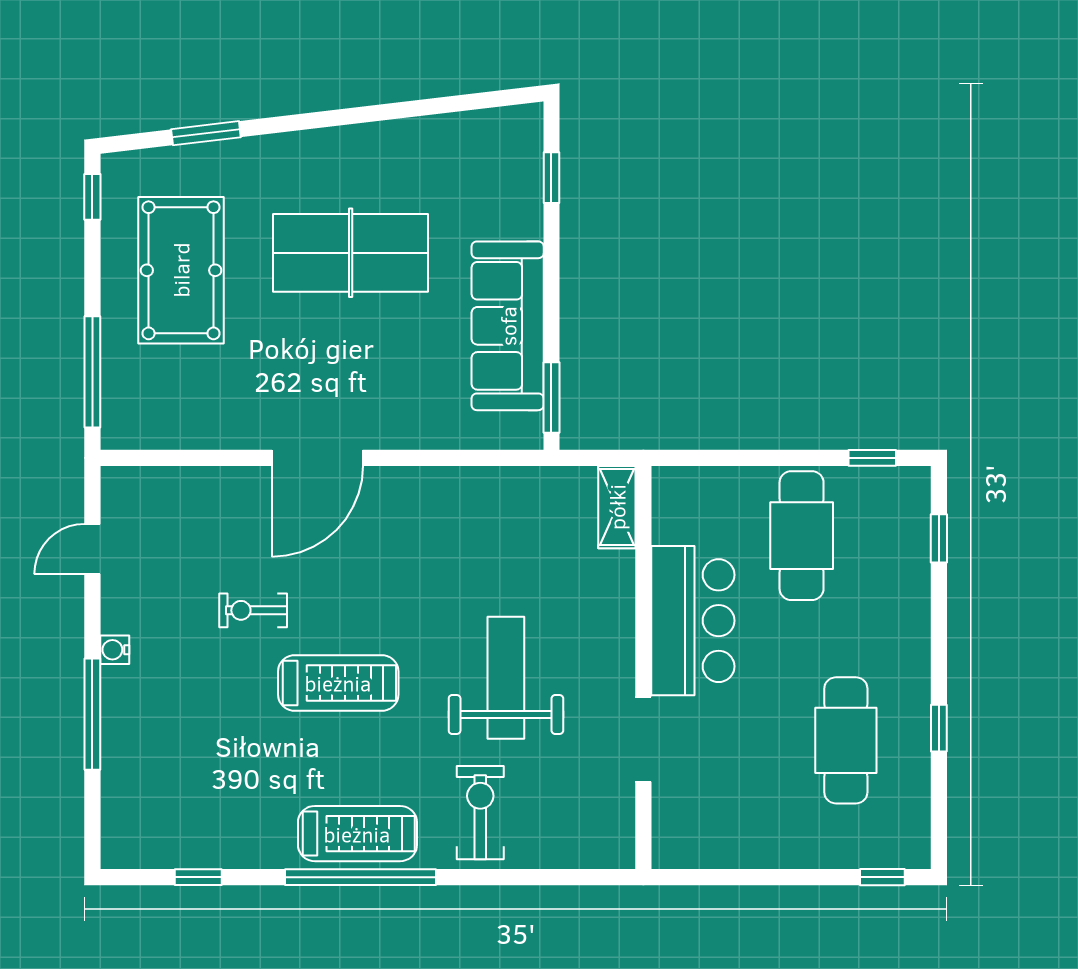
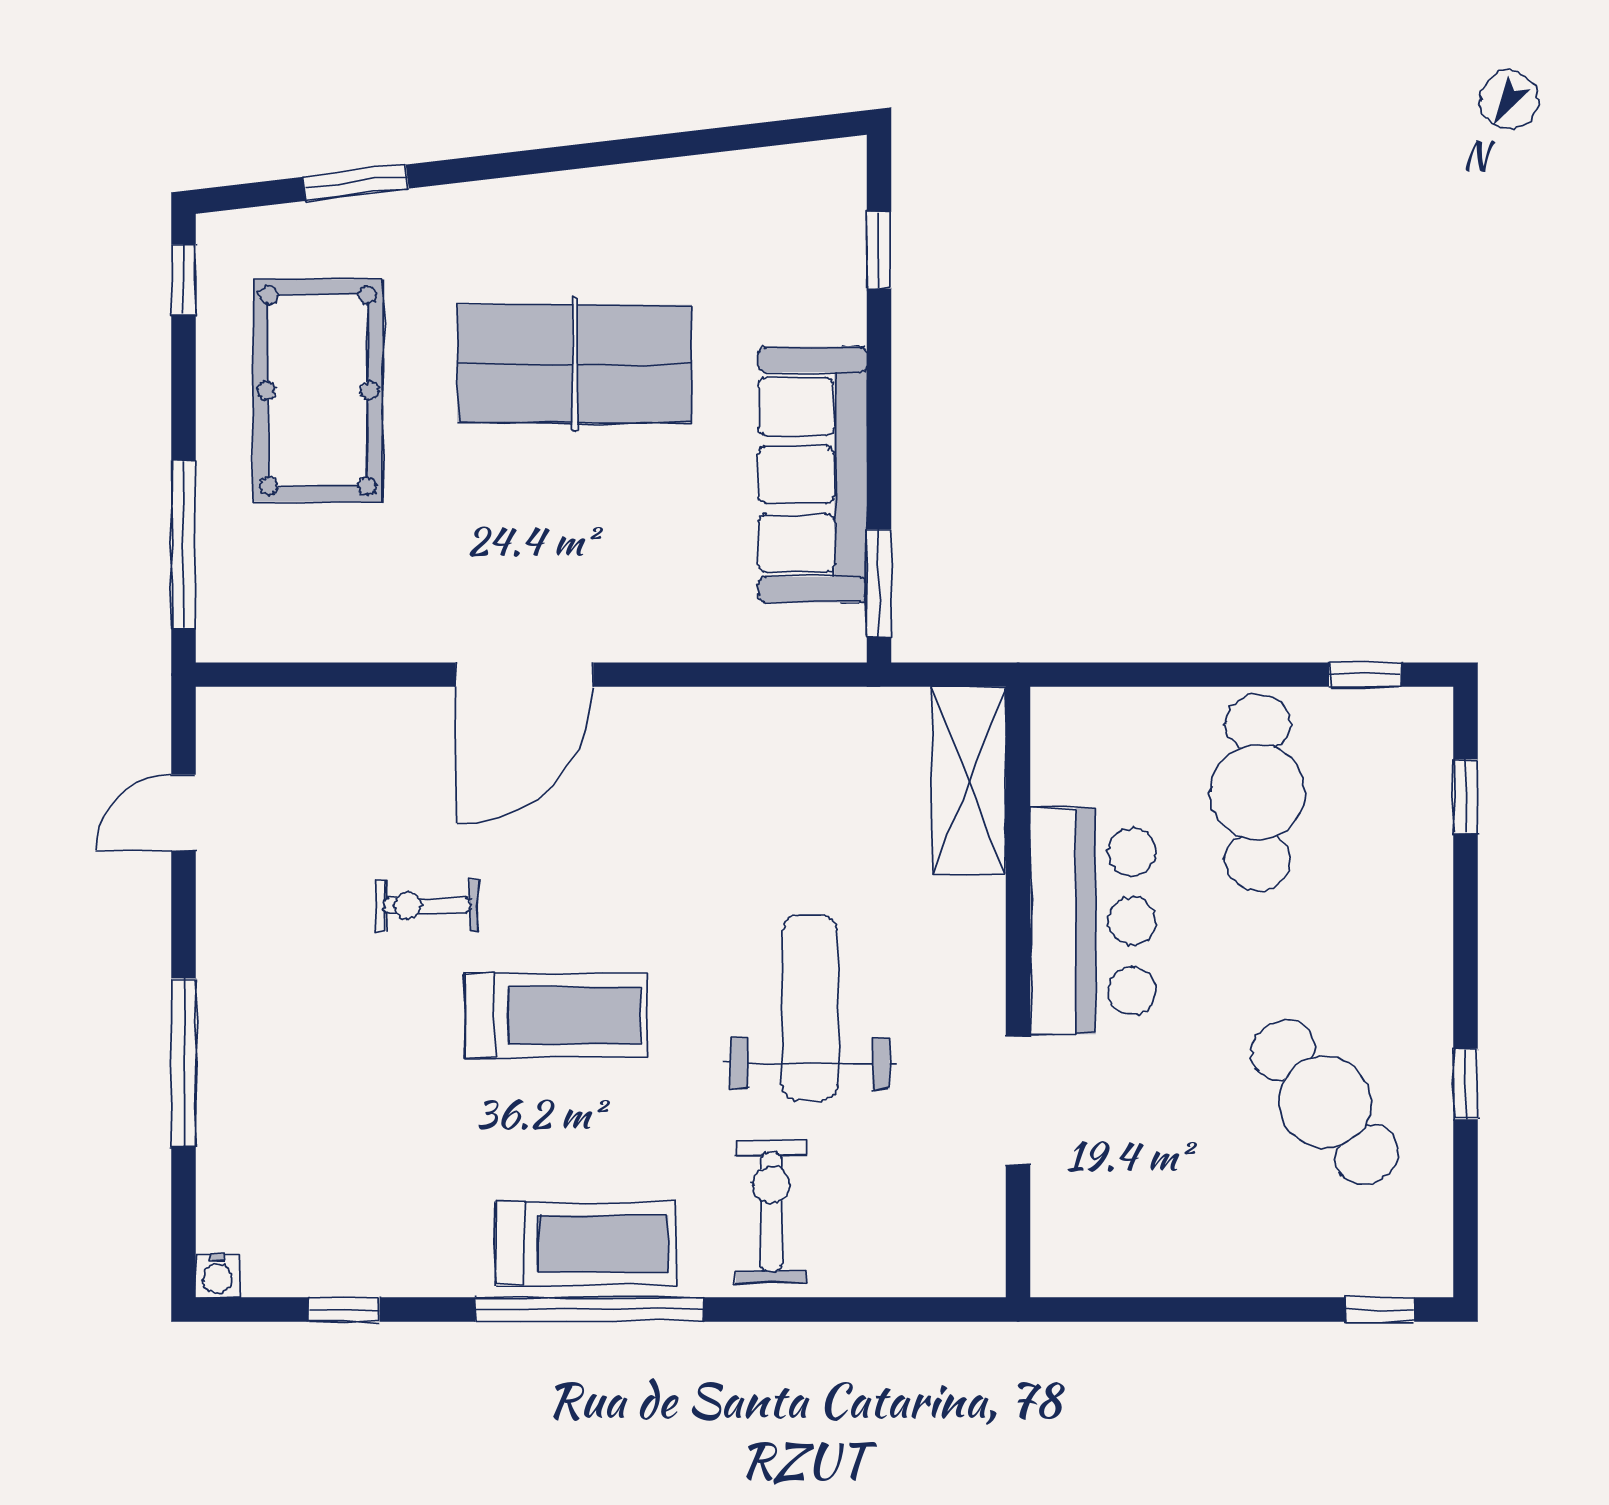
shelving: (617, 507) -> (969, 780), width x1.50, depth x1.33
water cooler: (115, 650) -> (217, 1276), moved, turned -90
cafe table: (846, 740) -> (1325, 1102), turned -39

